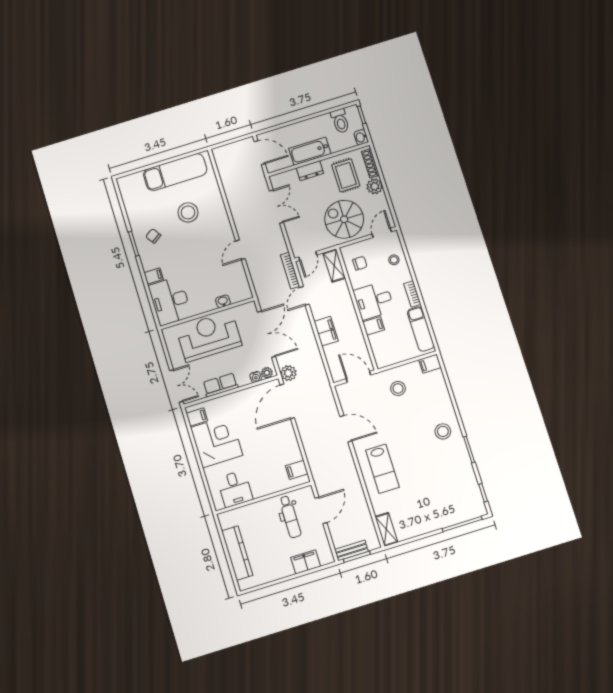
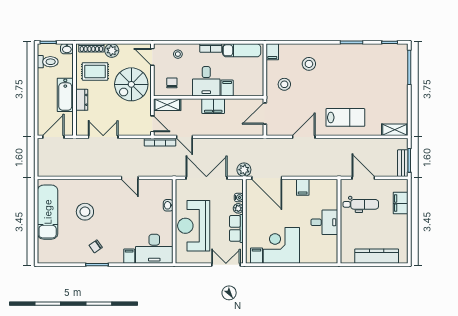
filing cabinet: (326, 331) -> (213, 106), moved, turned 180
plant: (267, 373) -> (238, 208), moved
stool: (443, 431) -> (309, 64), moved
filing cabinet: (297, 470) -> (303, 187), moved
desk: (235, 489) -> (324, 222), moved

